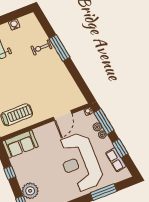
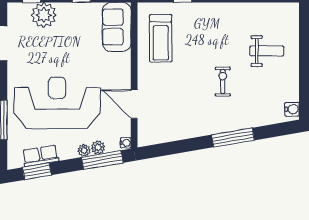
water cooler: (14, 24) -> (292, 109), moved
exercise bike: (41, 48) -> (223, 82), moved
window: (120, 148) -> (37, 171), moved

